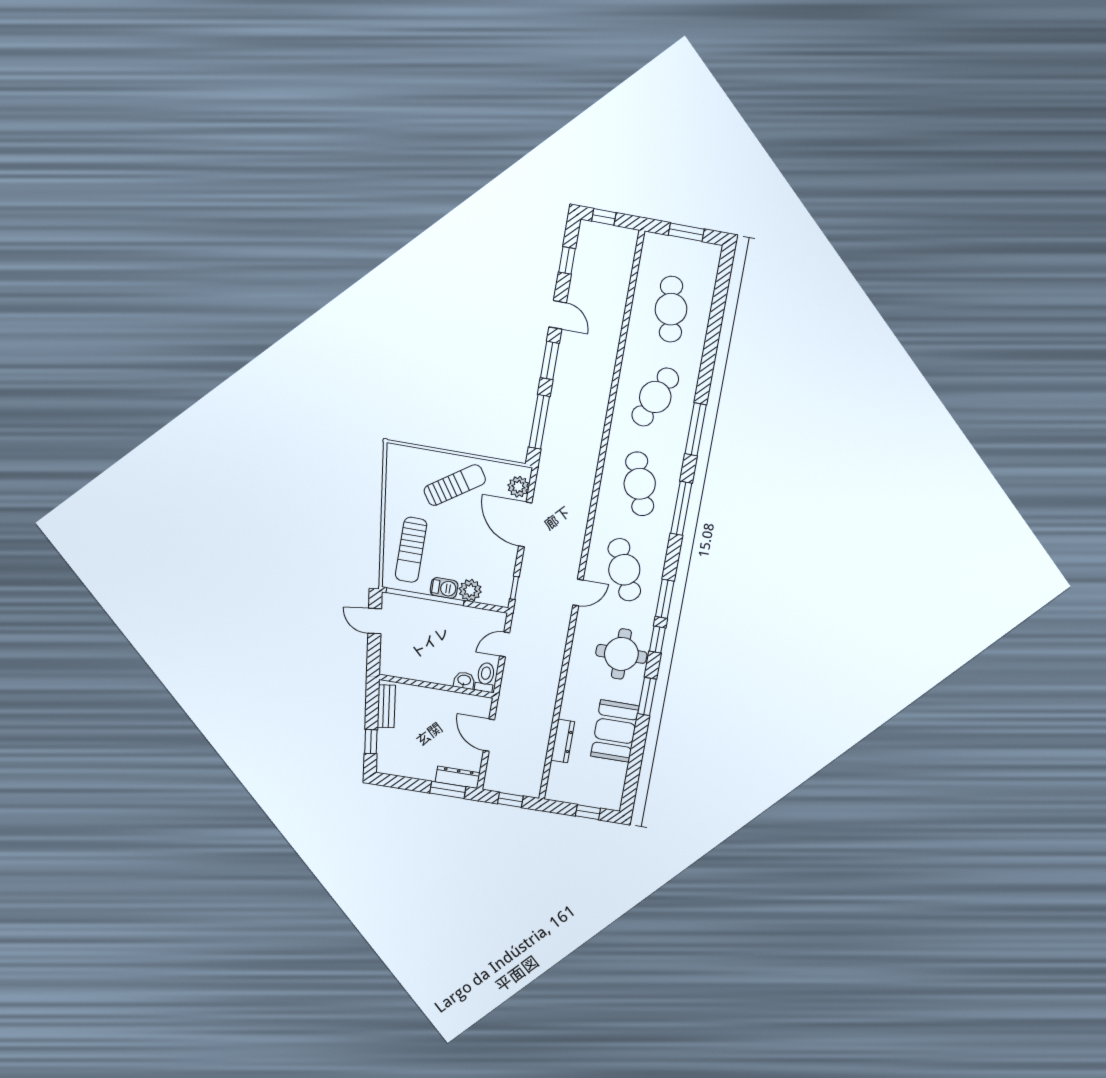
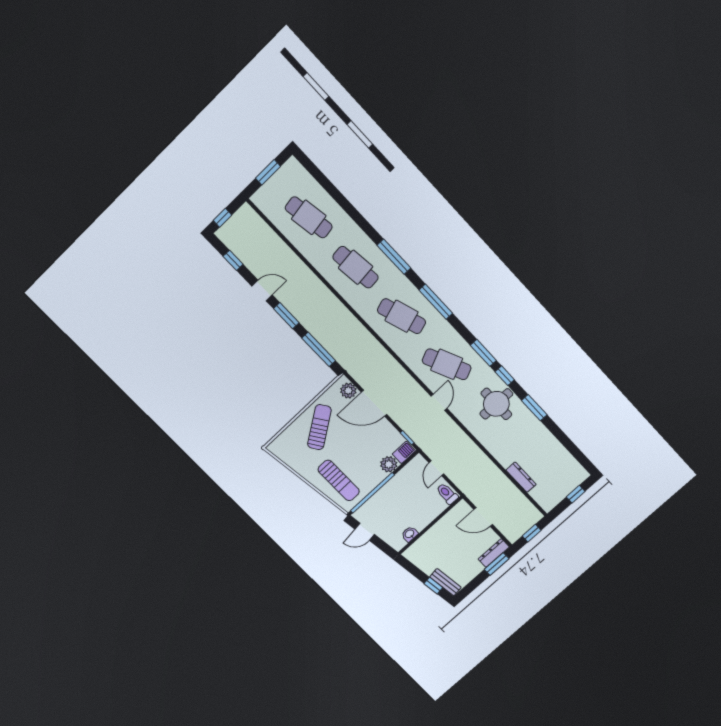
cafe table: (655, 397) -> (356, 267), turned -30
barbecue: (444, 588) -> (404, 452), moved
washbasin: (464, 680) -> (410, 534), moved
bench: (386, 706) -> (445, 582), moved
booth: (615, 731) -> (540, 442), removed

